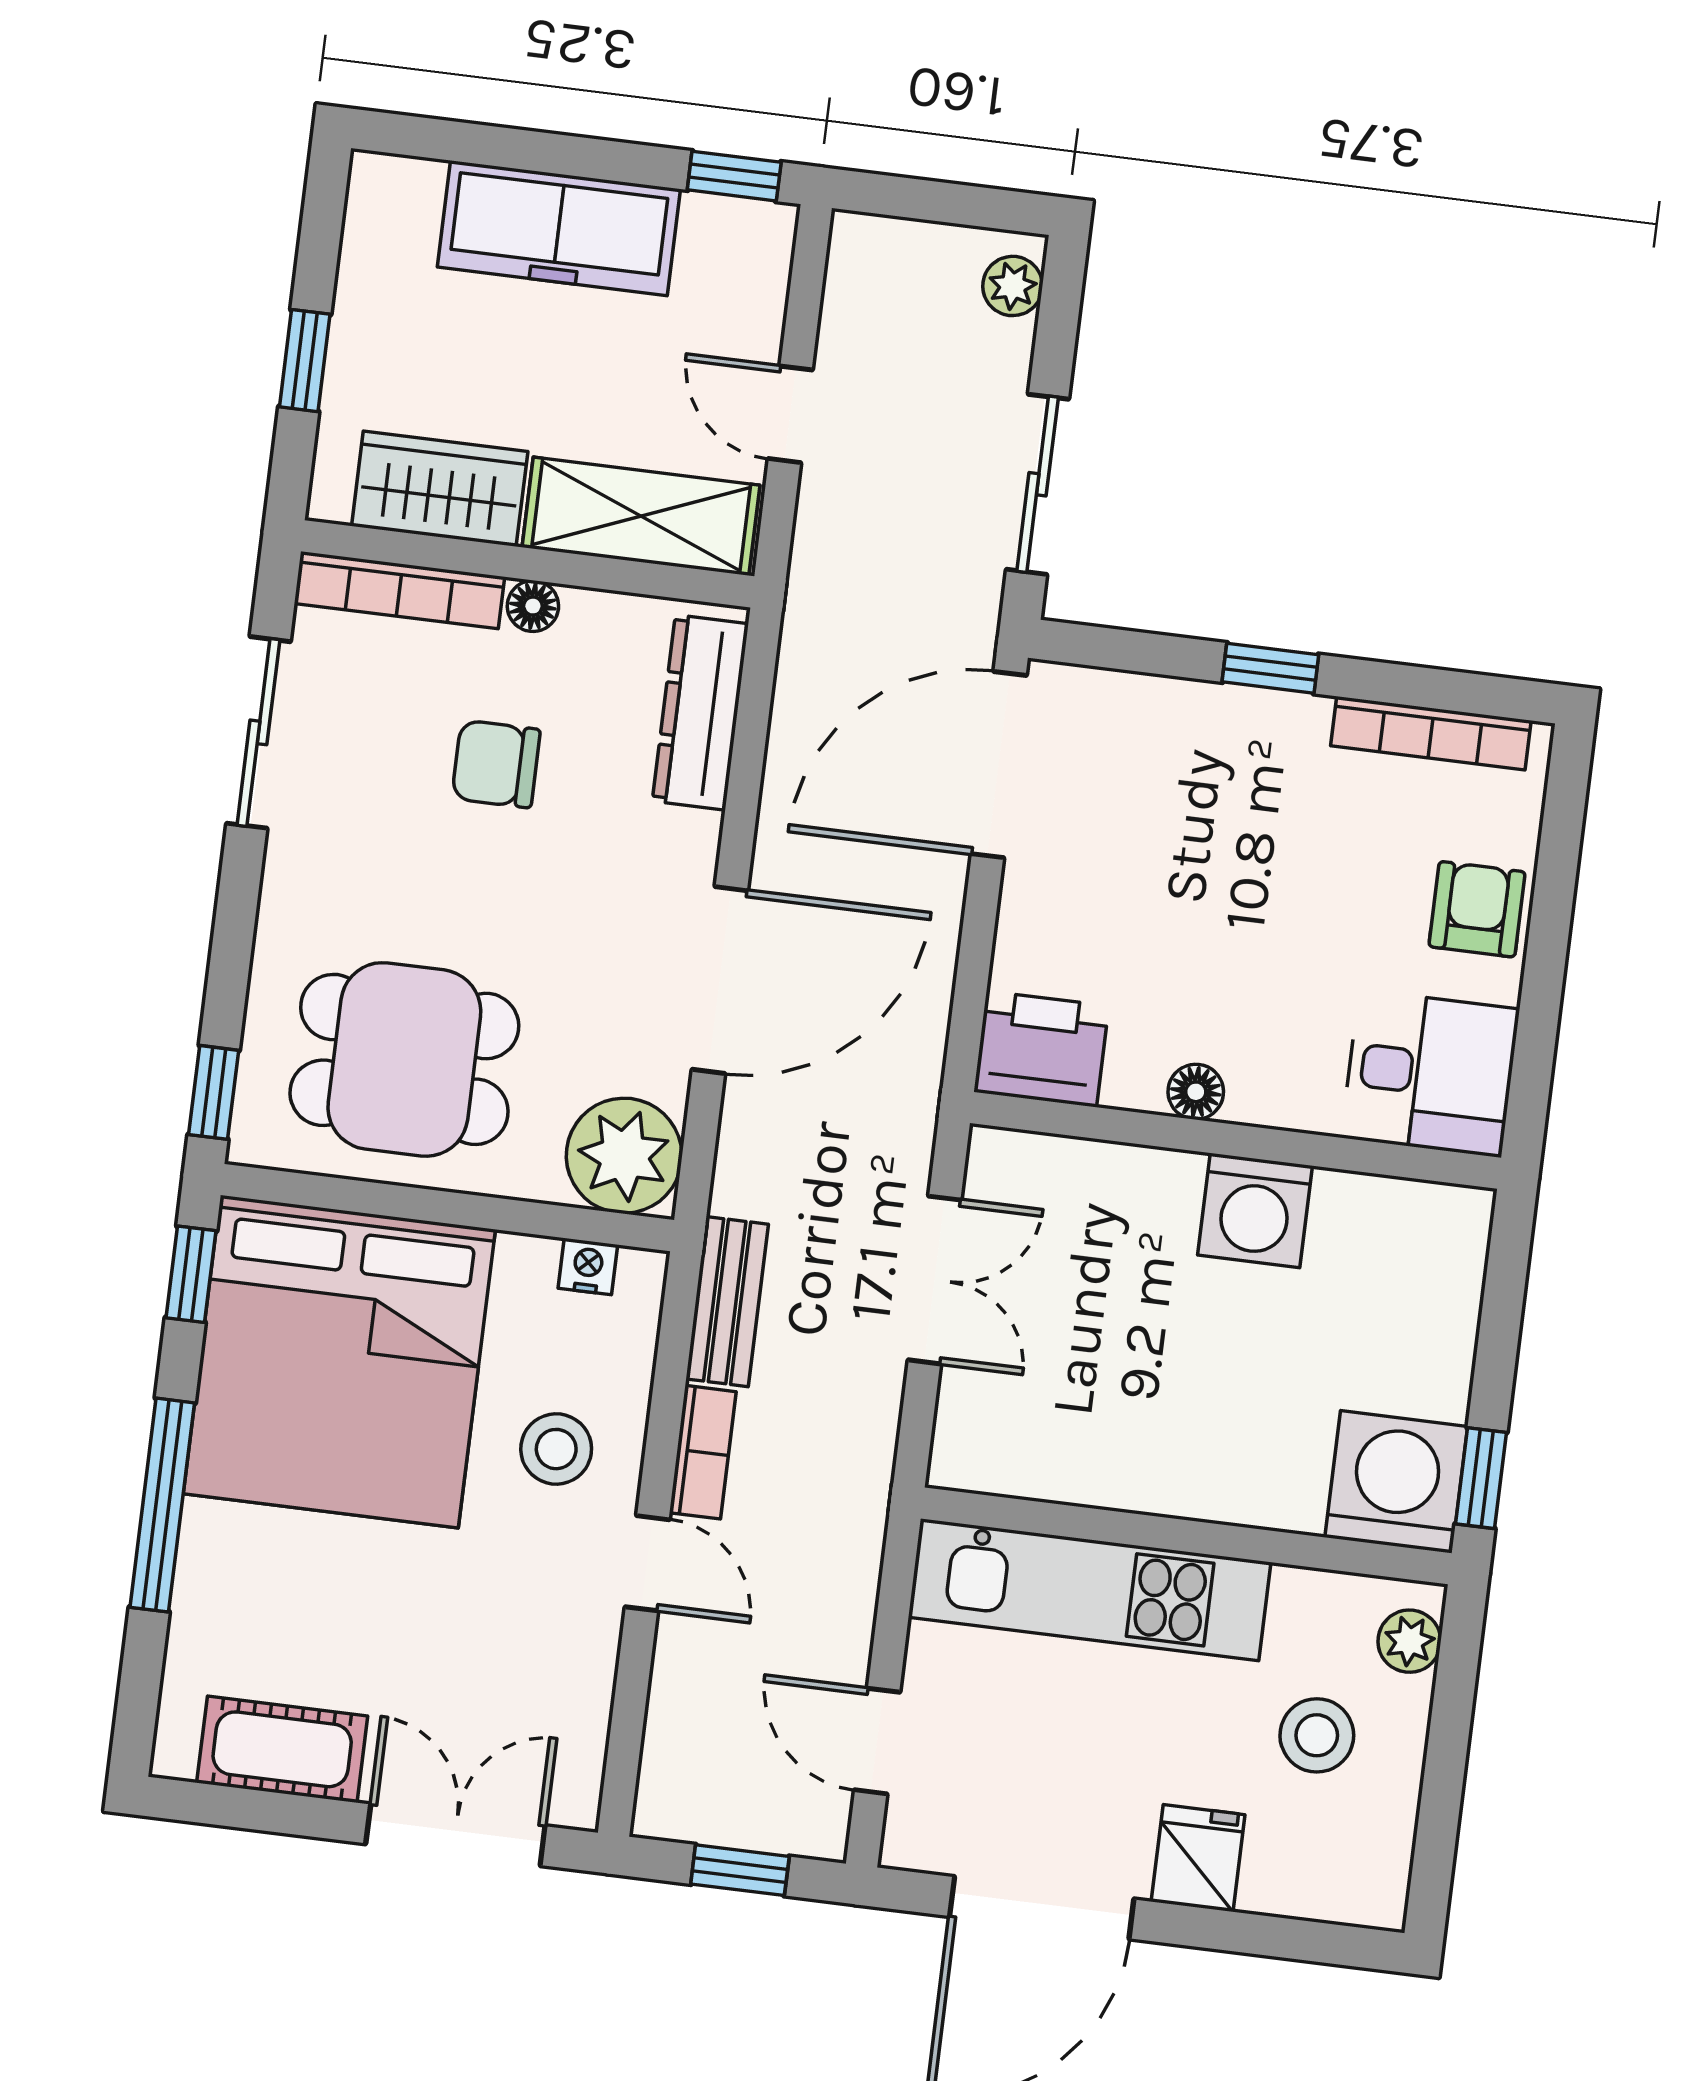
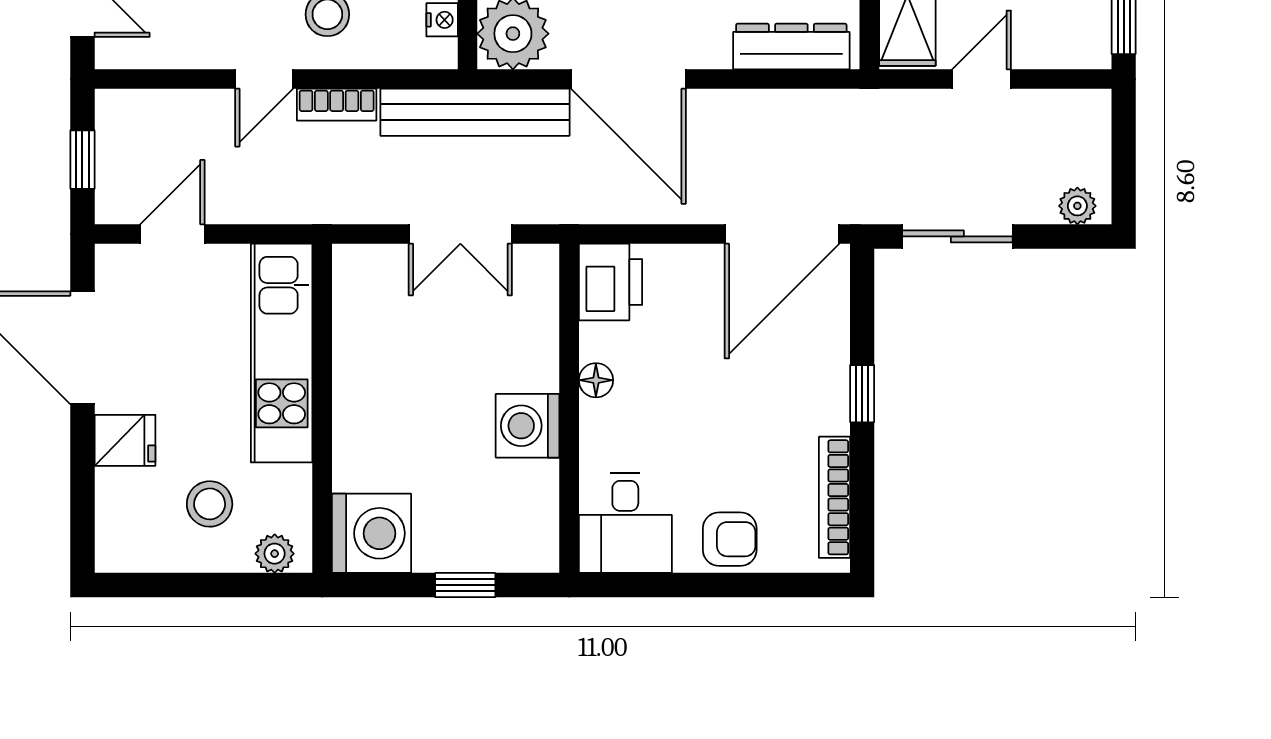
door: (999, 765) -> (782, 234), swing flipped
bench: (727, 1302) -> (475, 112), width x1.86, depth x1.21
window: (1481, 1478) -> (465, 585), moved

